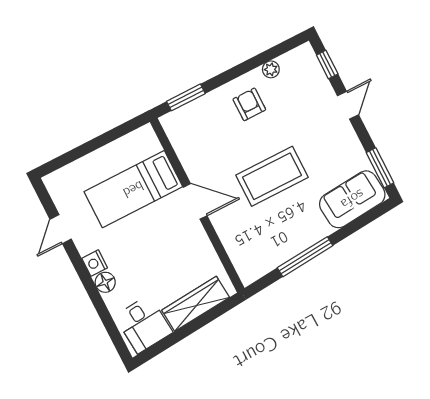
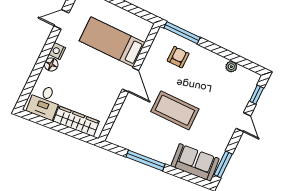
window: (186, 97) -> (182, 33), width x1.44
armchair: (249, 104) -> (178, 57), moved
door: (348, 105) -> (243, 122), hinge flipped

